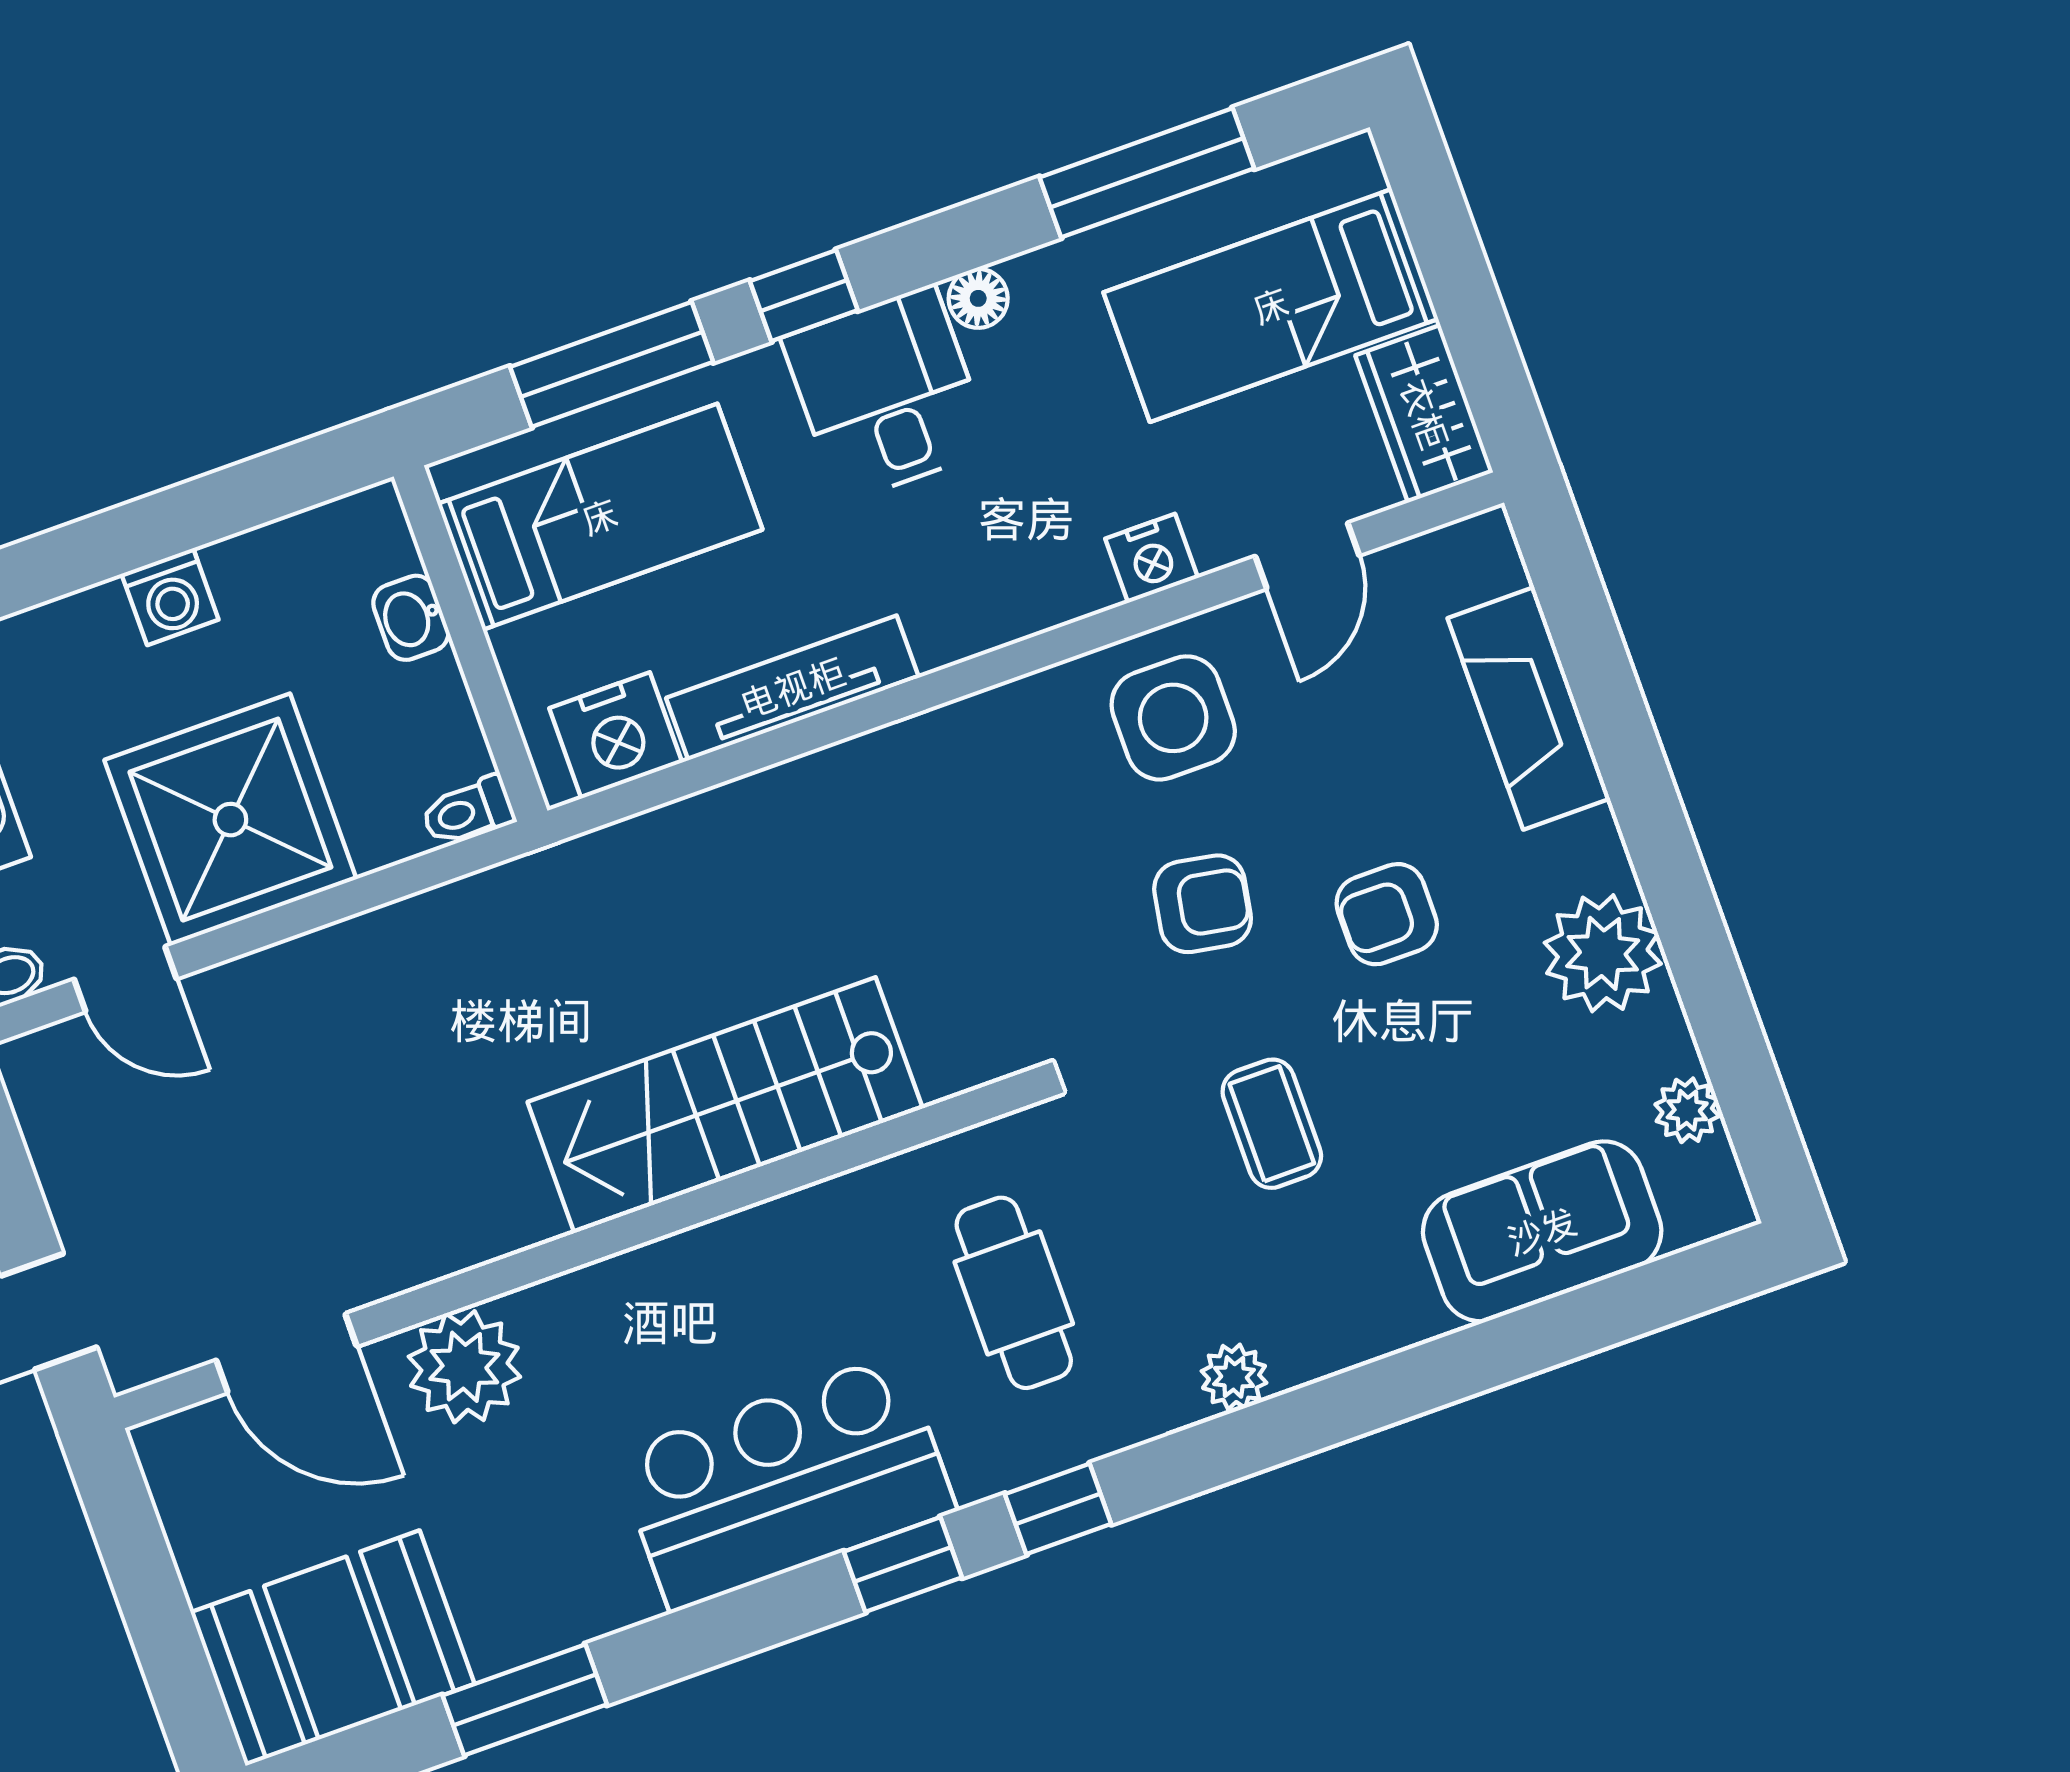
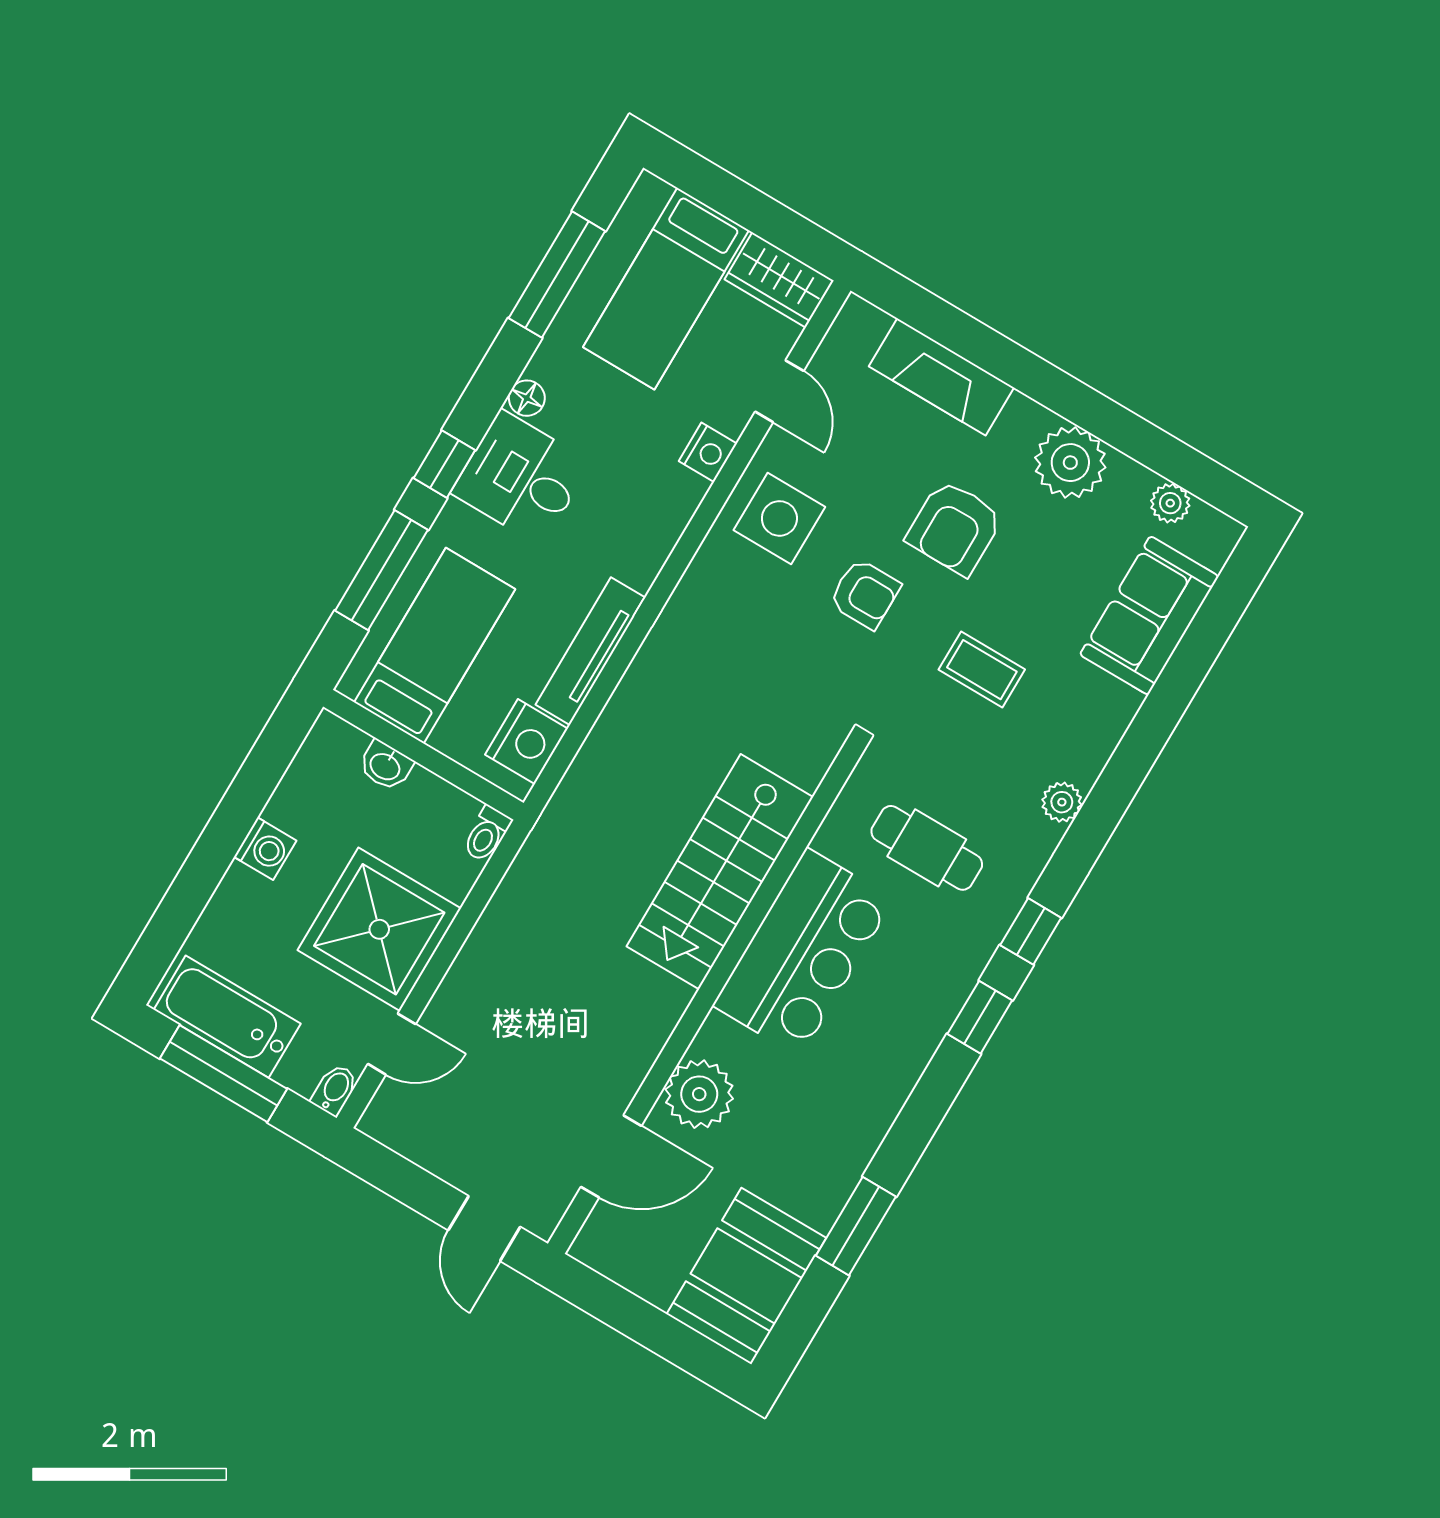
armchair: (1203, 904) -> (865, 594), turned 80
armchair: (1387, 914) -> (955, 528), width x1.38, depth x1.38
bar counter: (785, 1482) -> (803, 952), moved, turned 180

